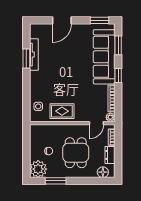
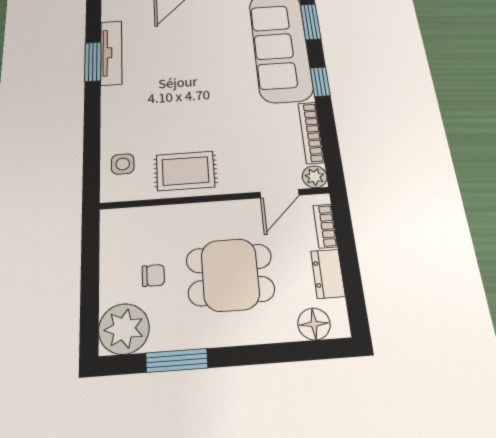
dining table: (76, 153) -> (230, 275), turned 90

